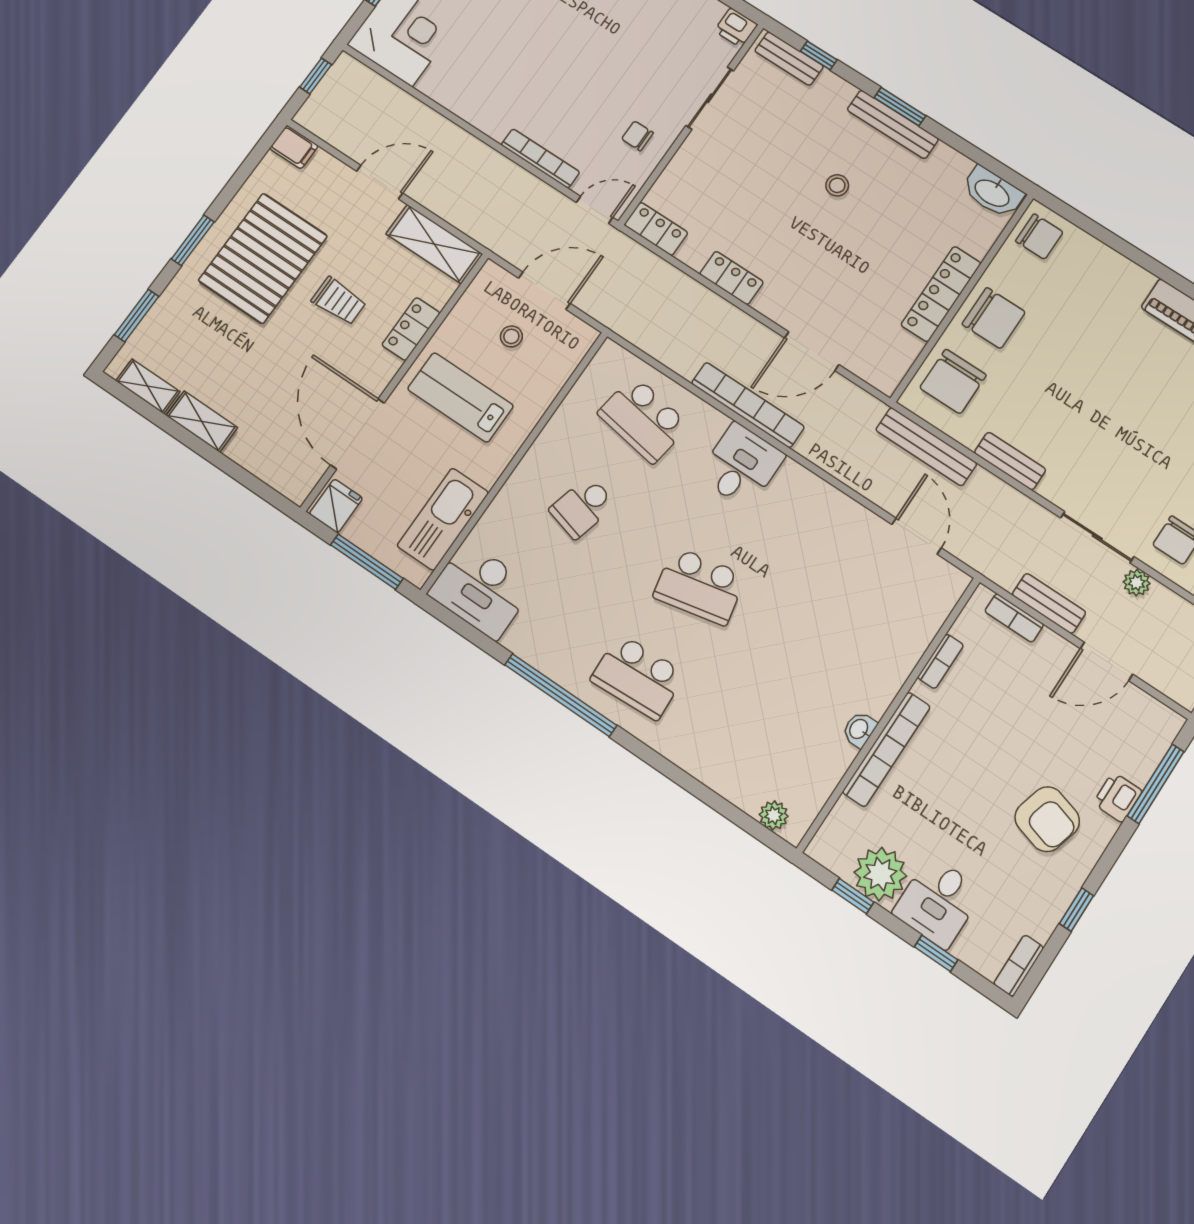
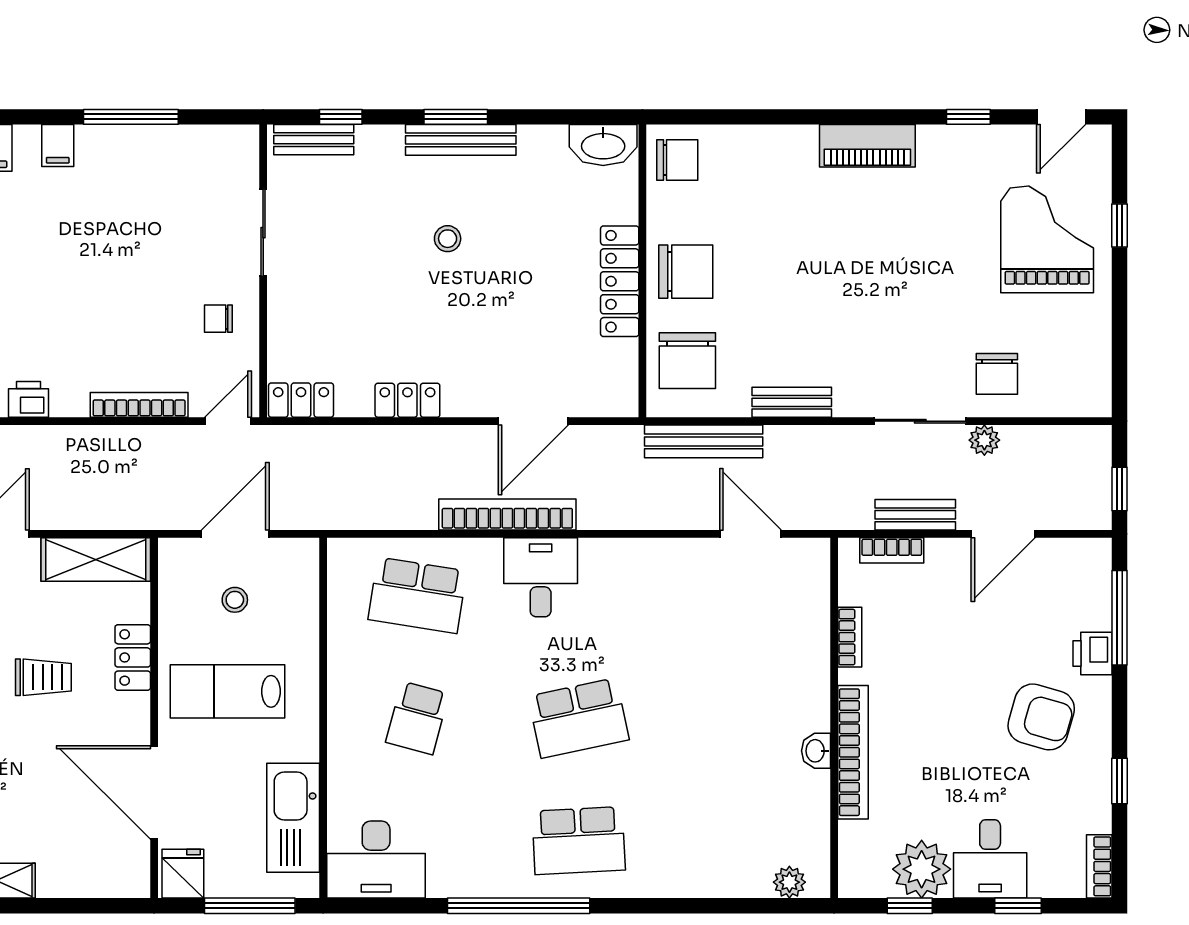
printer: (736, 28) -> (28, 399), moved, turned 180

